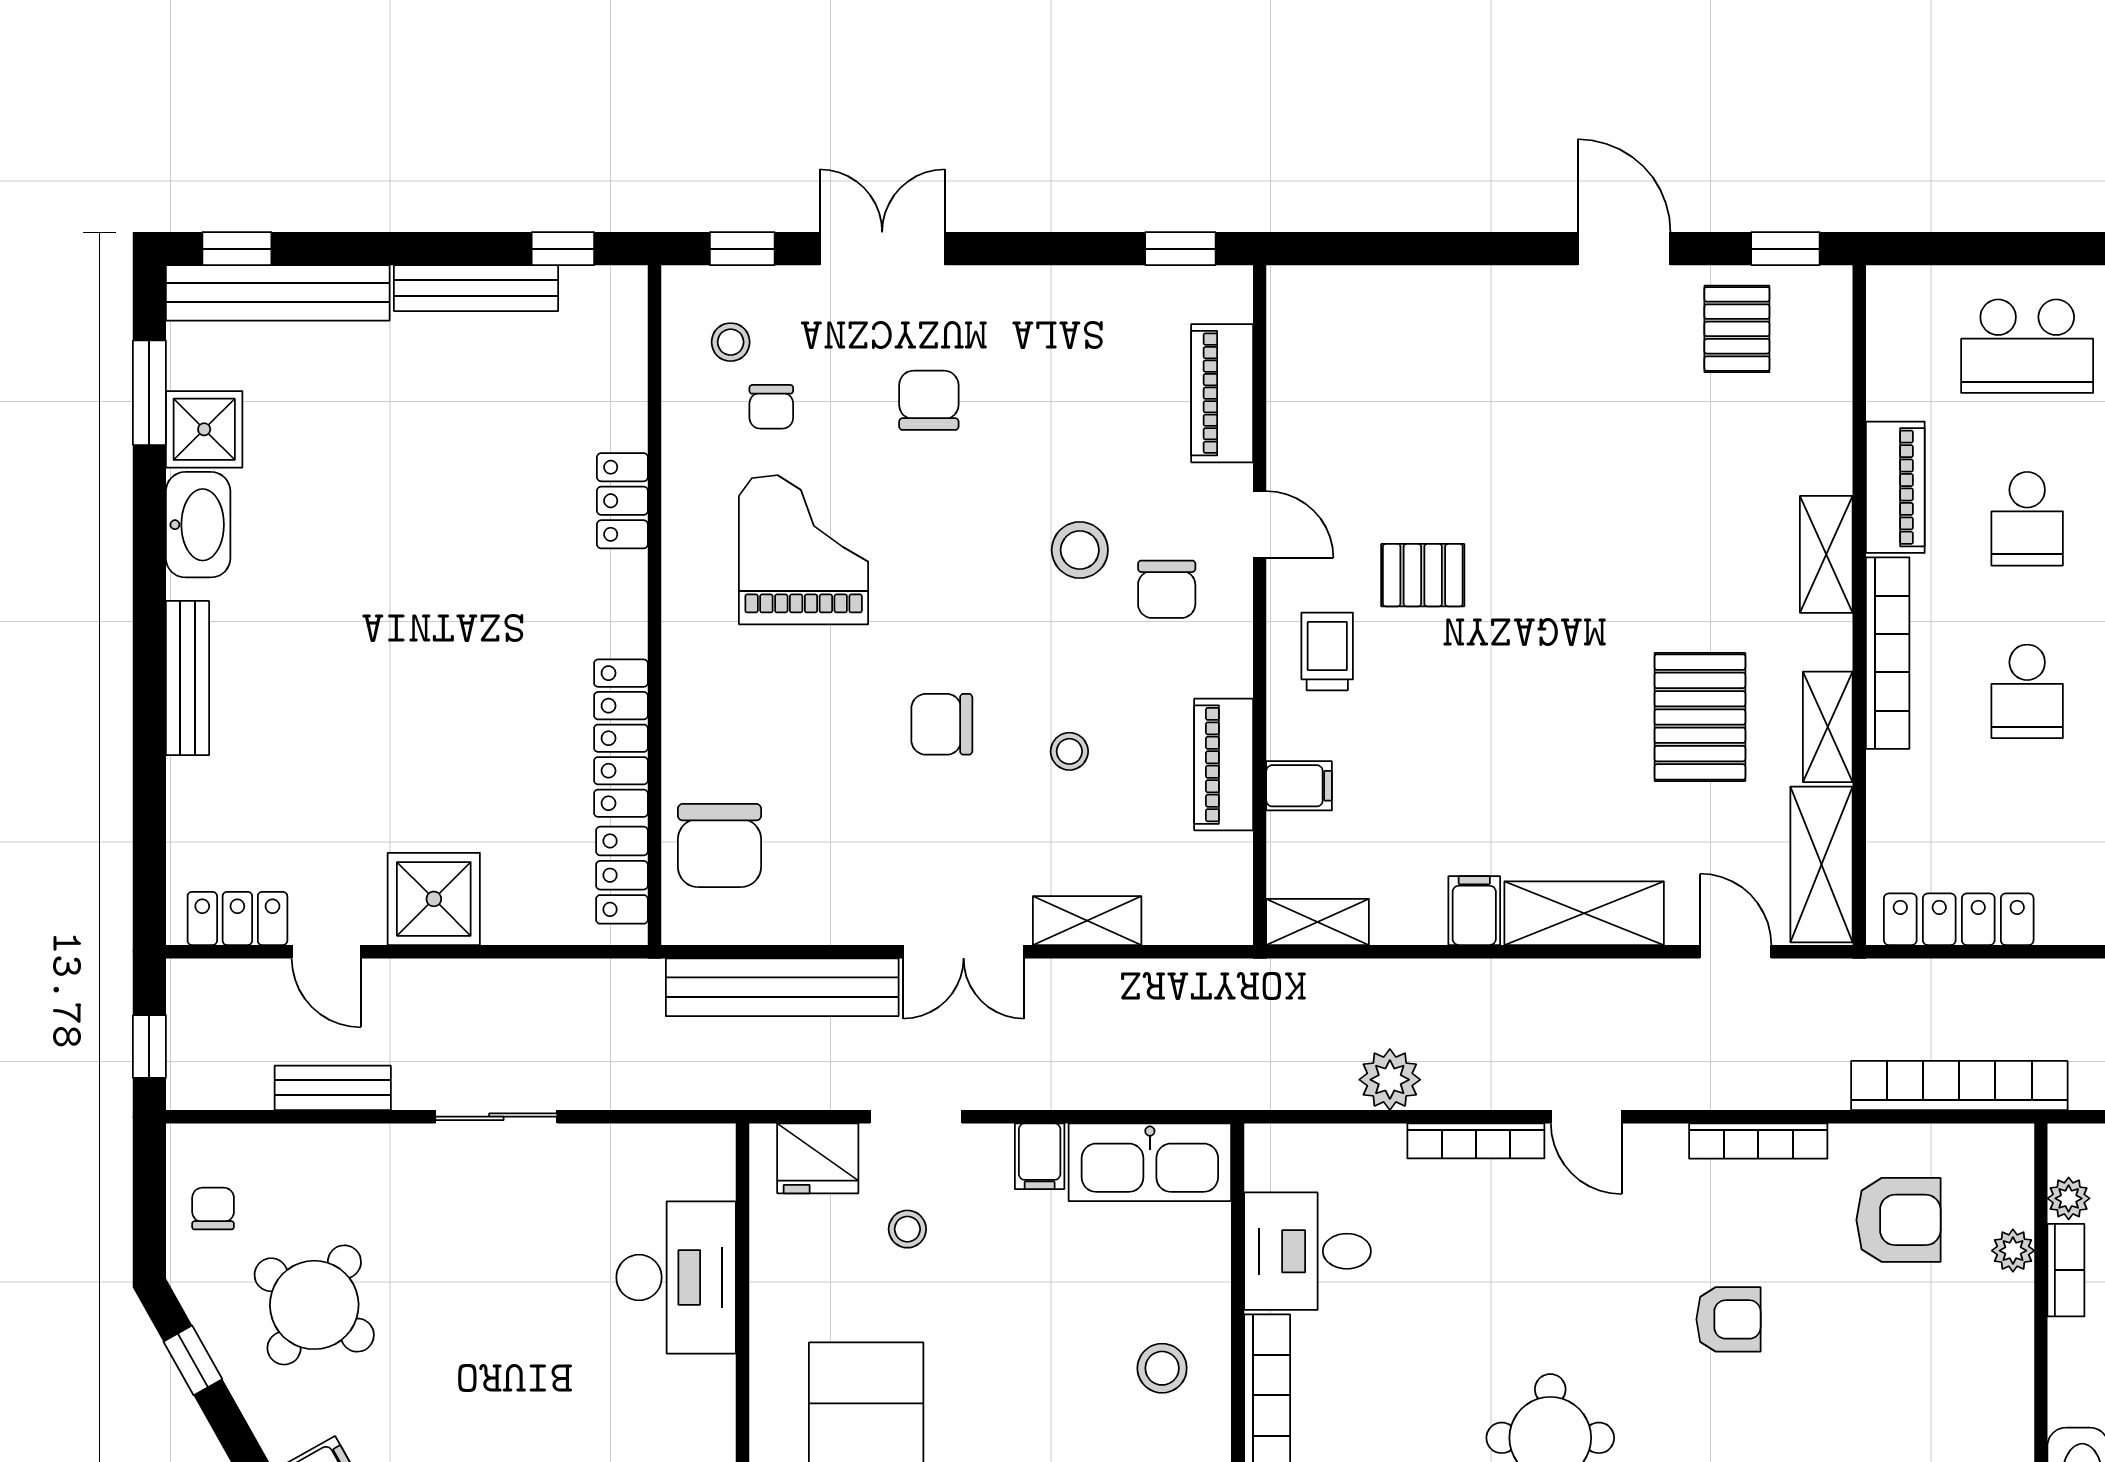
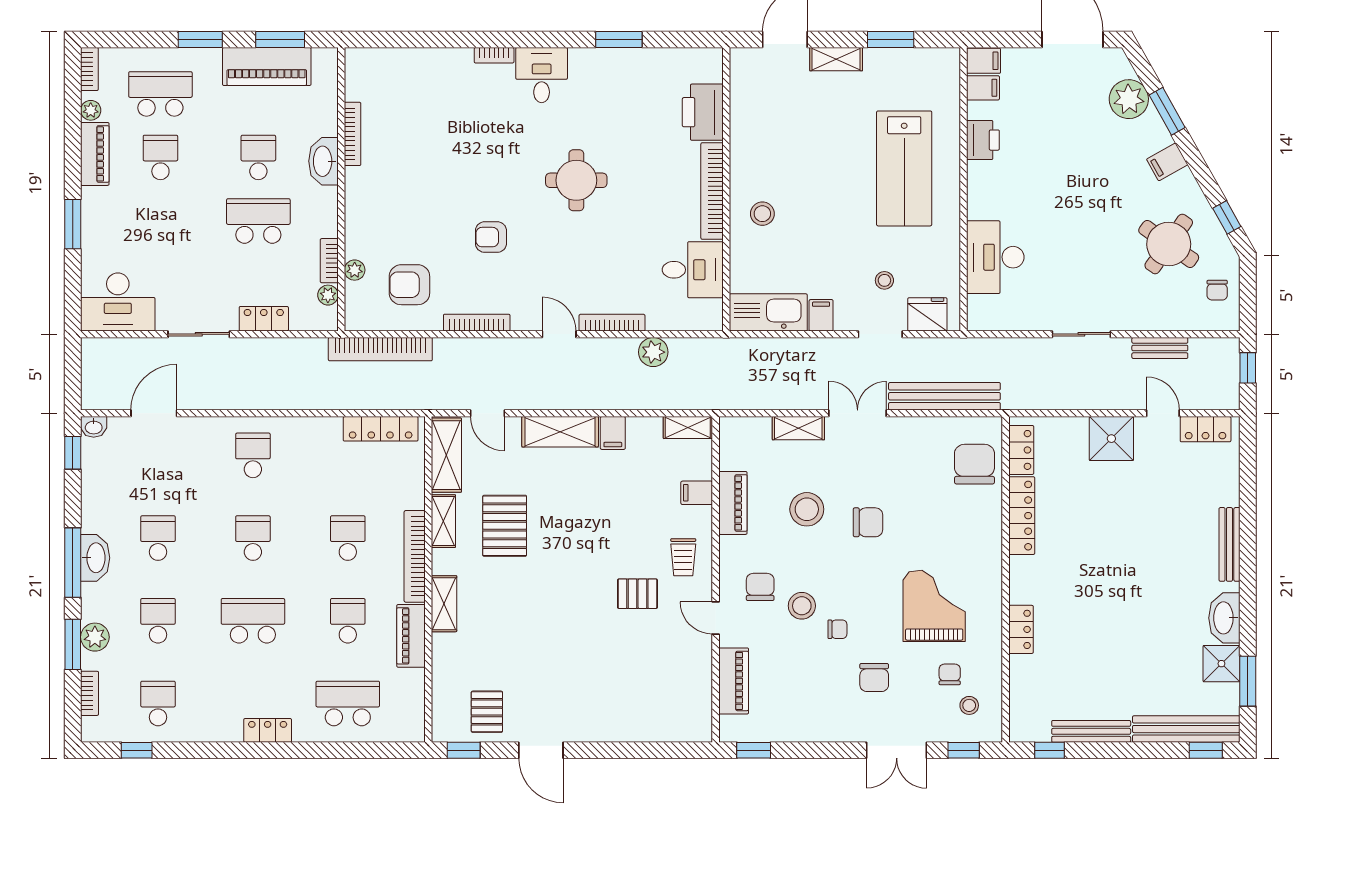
chair: (1006, 501) -> (837, 629), added
grand piano: (804, 550) -> (934, 606), turned 180
stool: (1069, 751) -> (807, 509), width x1.89, depth x1.89

